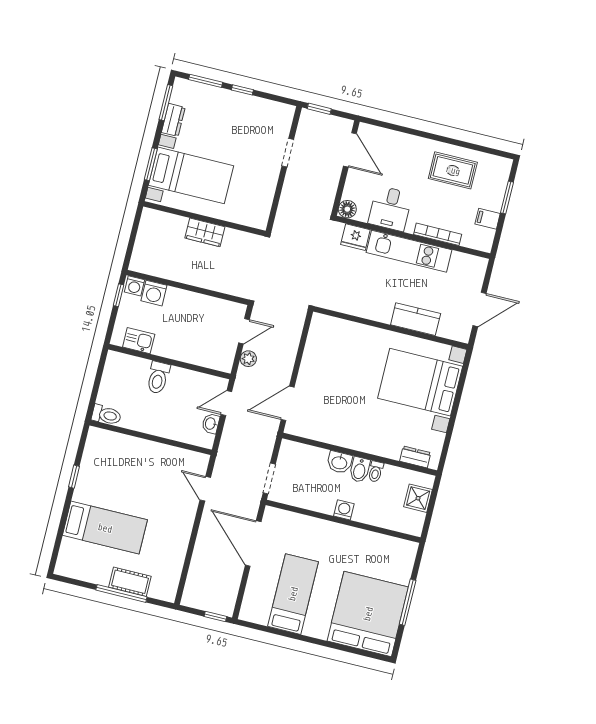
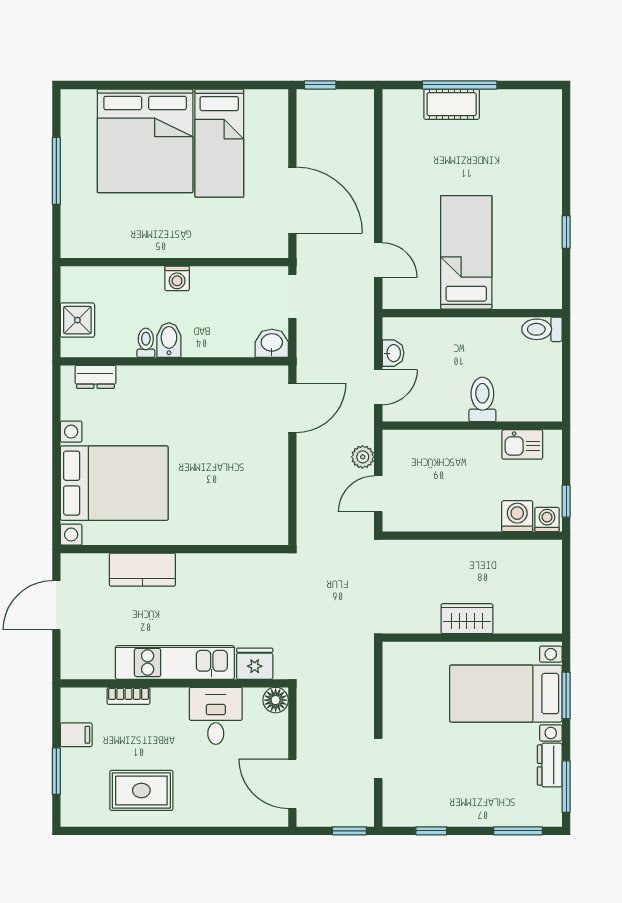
window: (242, 90) -> (431, 831), moved
bookcase: (438, 234) -> (129, 696), width x0.64
washbasin: (339, 462) -> (272, 343), moved
bed: (105, 528) -> (466, 252), moved, turned 90
bed: (368, 614) -> (145, 141), moved

